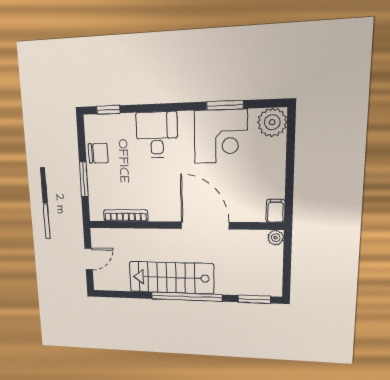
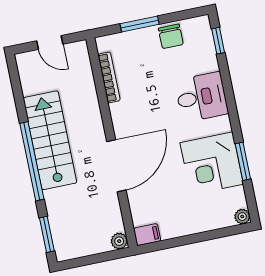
plant: (272, 122) -> (242, 217), width x0.53, depth x0.53

